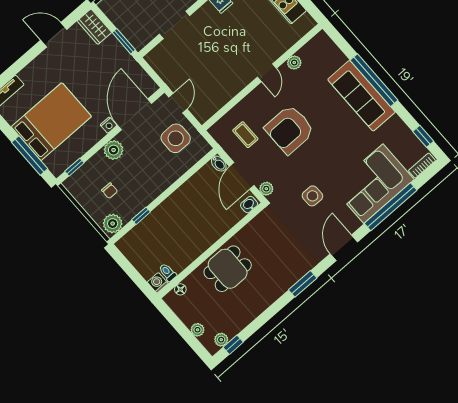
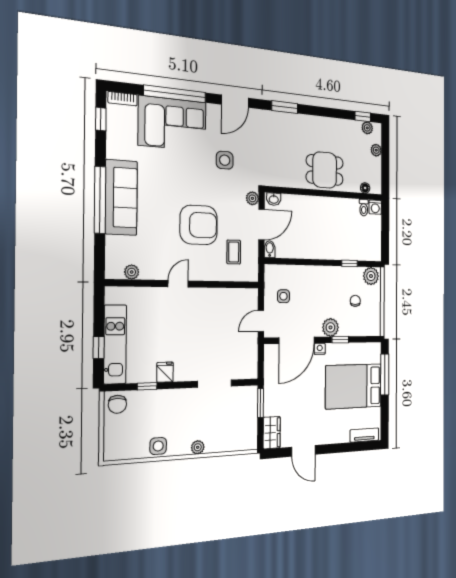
plant: (294, 63) -> (132, 272), moved
side table: (176, 138) -> (283, 296), width x0.54, depth x0.54
window: (74, 167) -> (340, 340), moved

